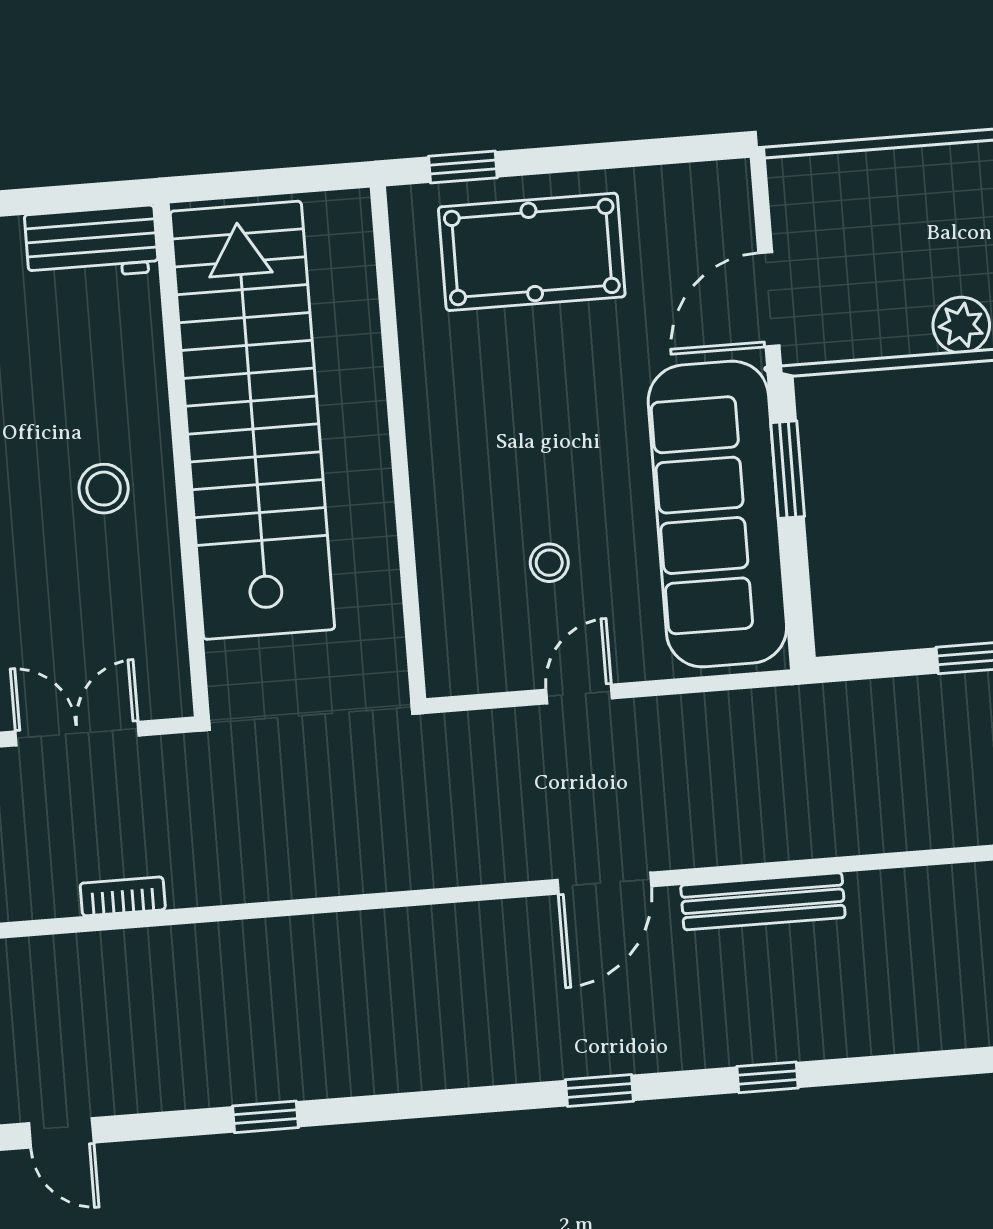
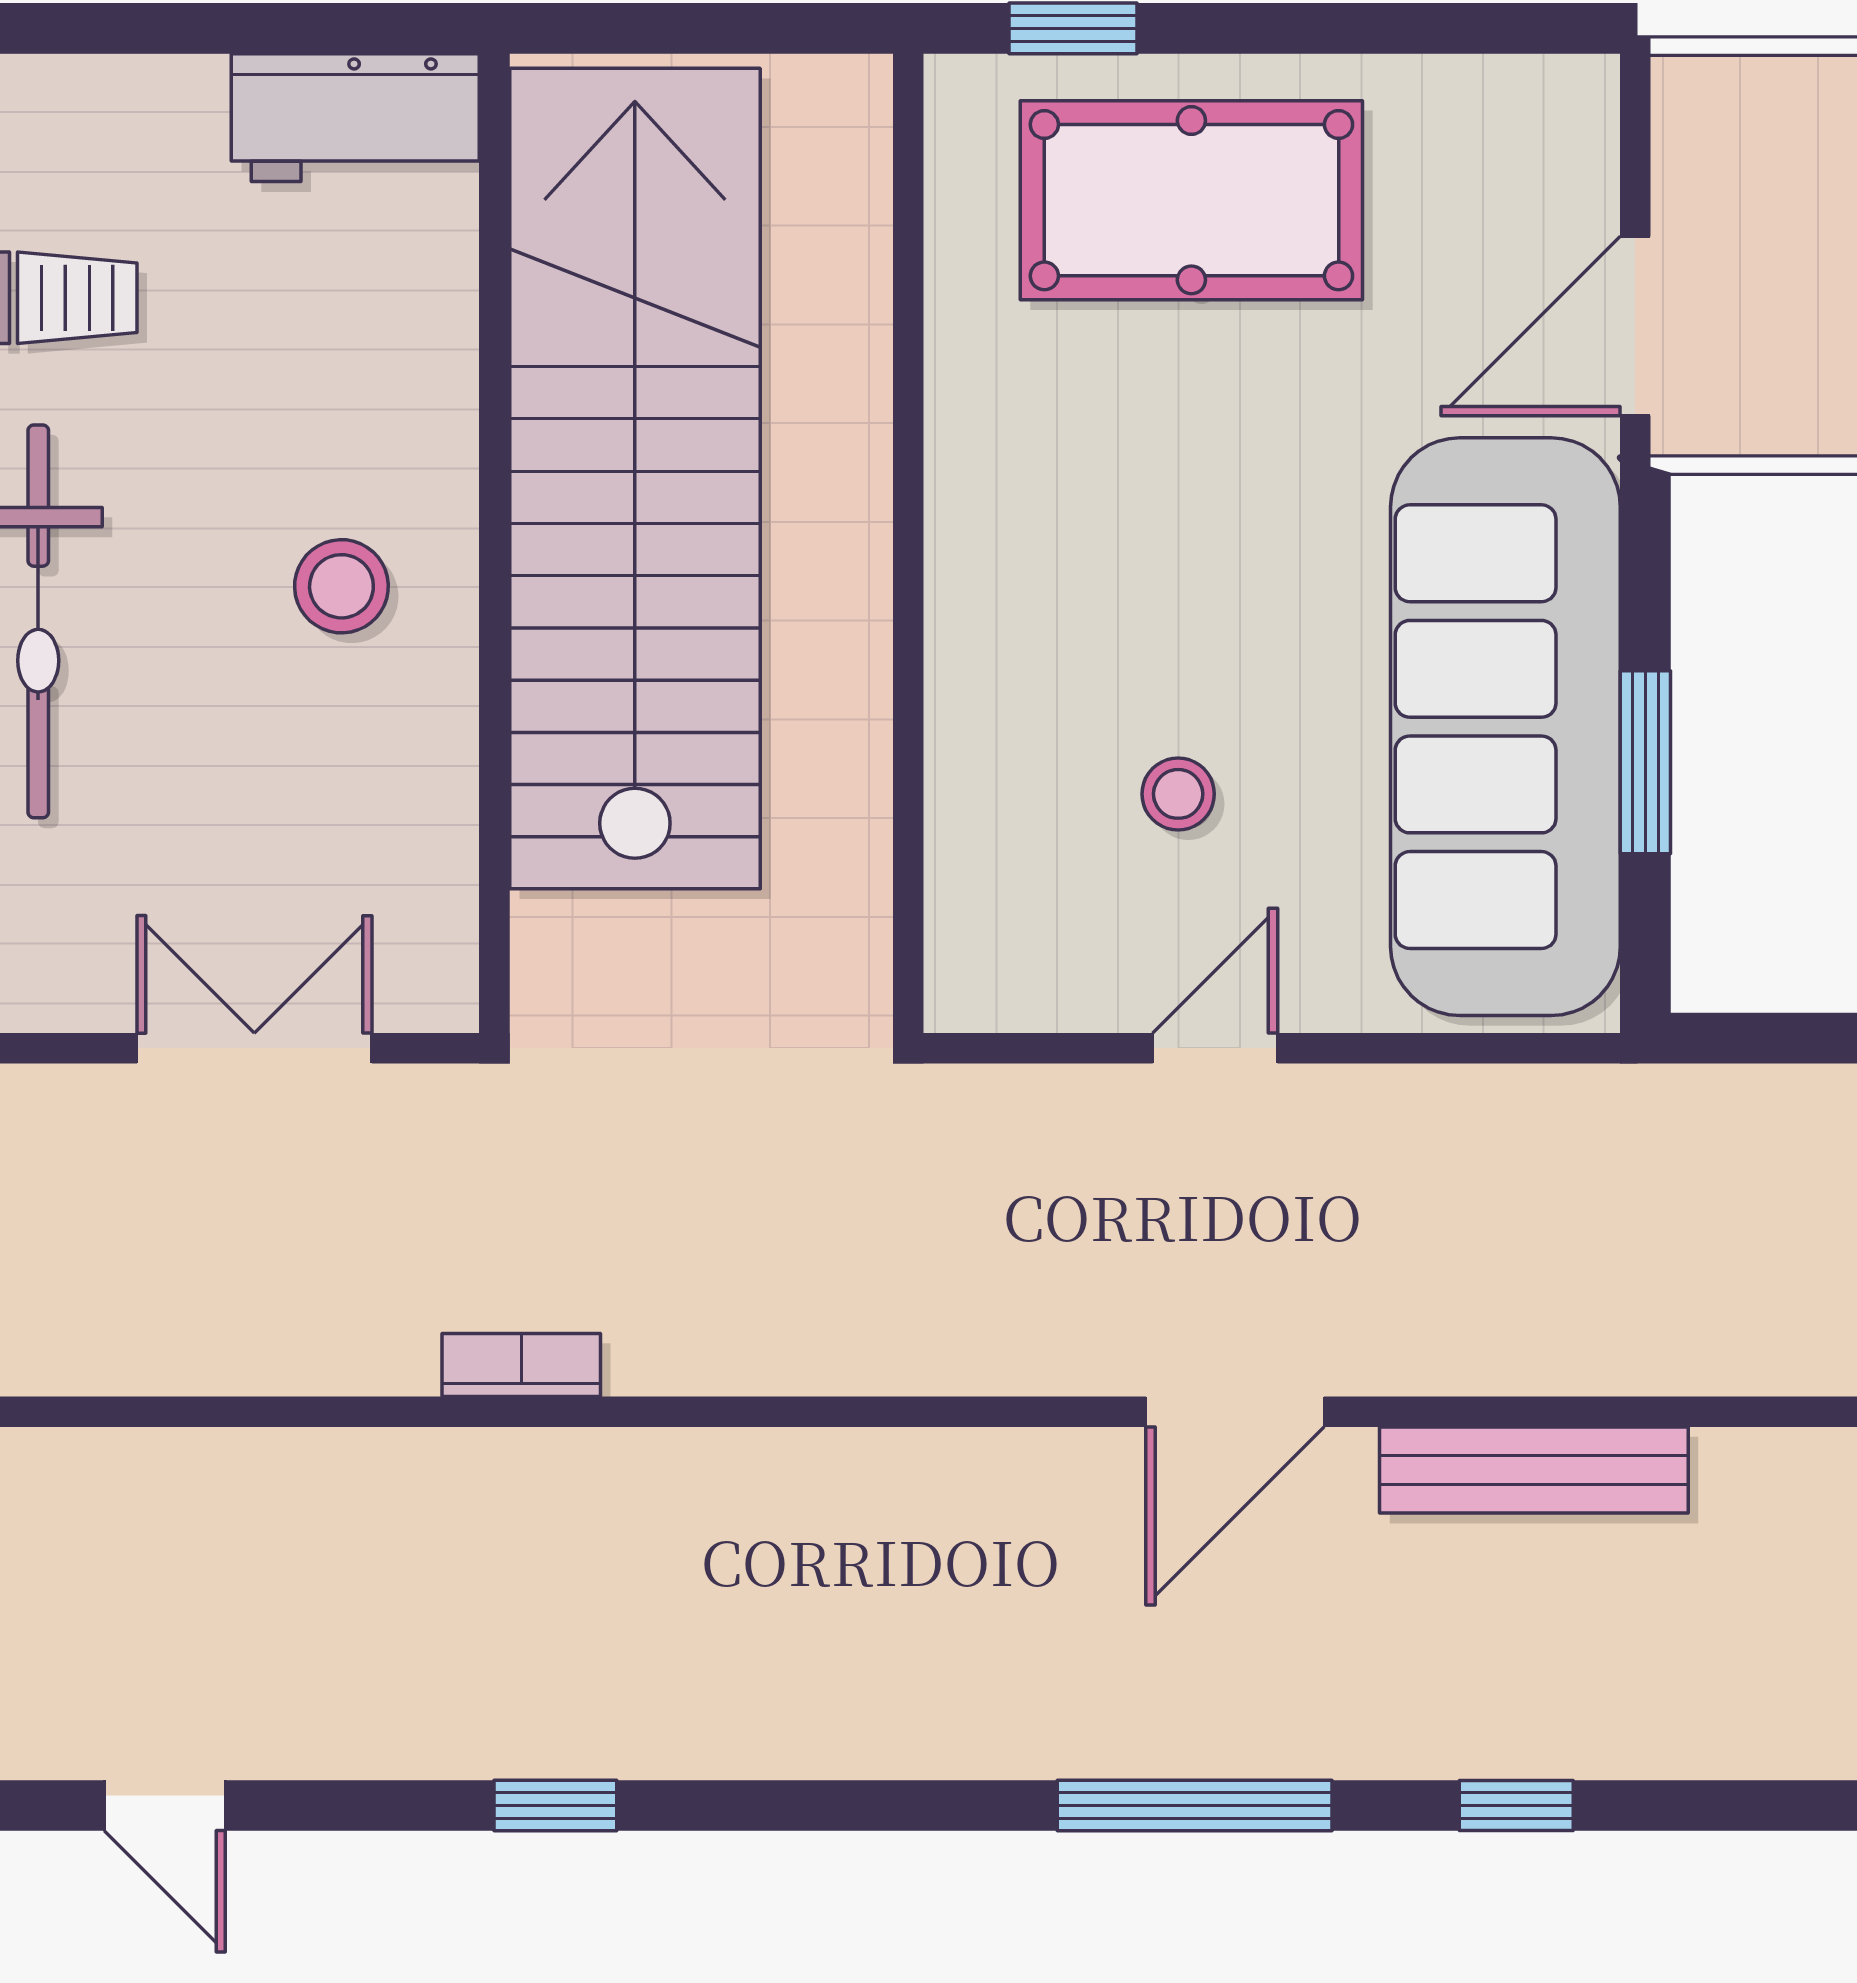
window: (788, 470) -> (1645, 762), moved
bookcase: (123, 896) -> (521, 1365), moved
window: (599, 1091) -> (1195, 1806), width x2.17

